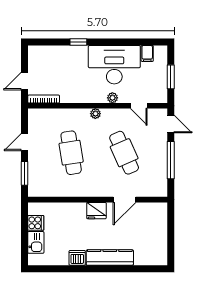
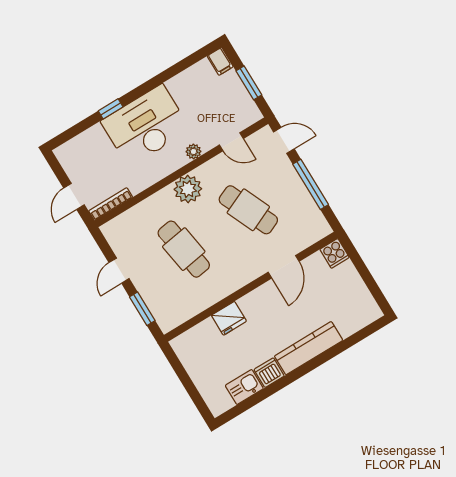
filing cabinet: (147, 53) -> (220, 61), moved
desk: (114, 65) -> (146, 126), moved
plant: (95, 114) -> (188, 189), width x1.88, depth x1.88
fridge: (96, 211) -> (229, 318), moved
cooker: (36, 223) -> (335, 253), moved, turned 90
kitchen sink: (36, 242) -> (244, 387), moved, turned -90

